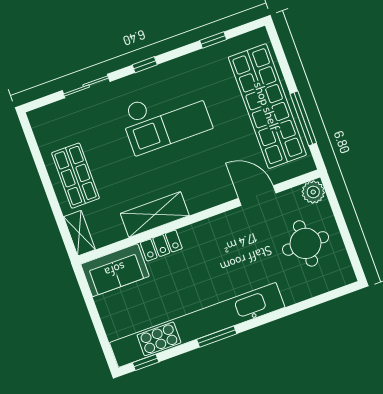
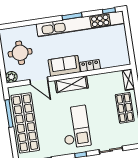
checkout: (166, 118) -> (76, 127), turned 90
shelving: (155, 214) -> (72, 84), moved
sofa: (115, 270) -> (64, 66), moved

